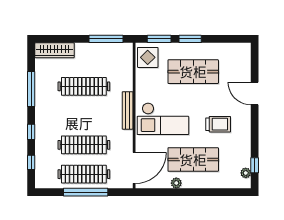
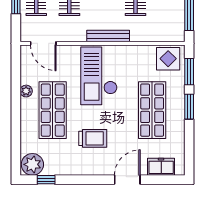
freezer: (243, 64) -> (161, 167), added
trolley: (218, 124) -> (93, 138), turned -90
door: (134, 168) -> (43, 43), width x0.73
plant: (246, 173) -> (32, 164), width x1.87, depth x1.87

